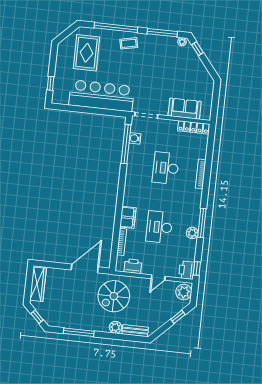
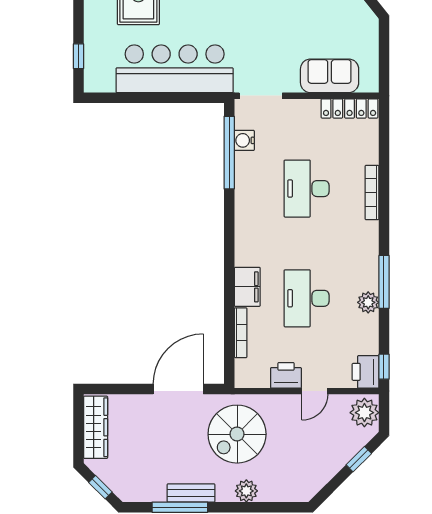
printer: (133, 266) -> (286, 375), moved
bench: (135, 331) -> (191, 493), moved

